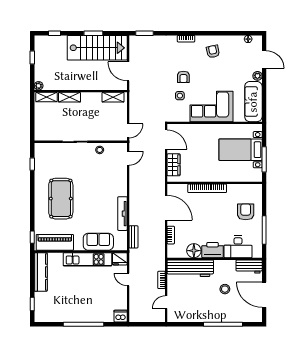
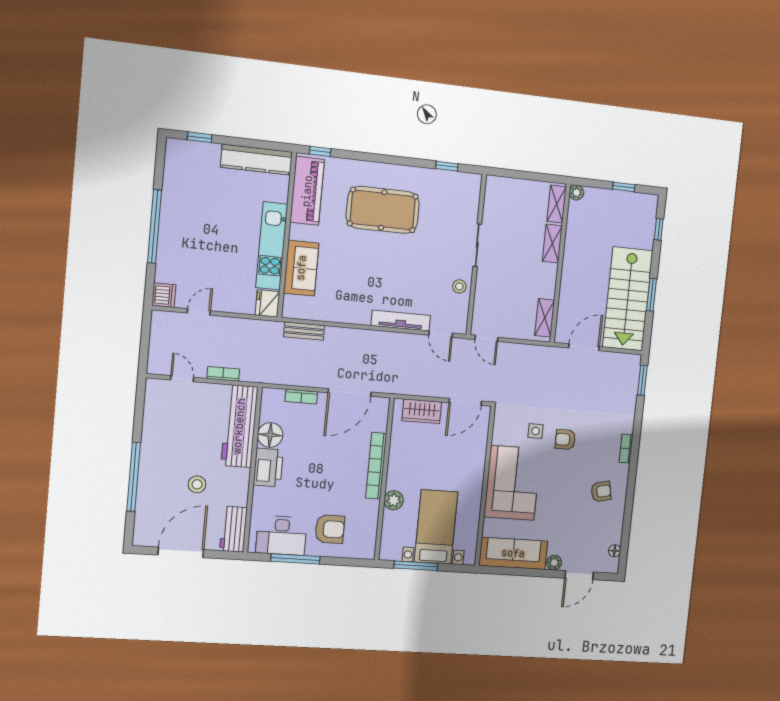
plant: (227, 176) -> (394, 500), added
tv unit: (122, 214) -> (401, 321), moved
desk: (238, 247) -> (281, 536), moved, turned -90
door: (128, 279) -> (199, 312), moved

